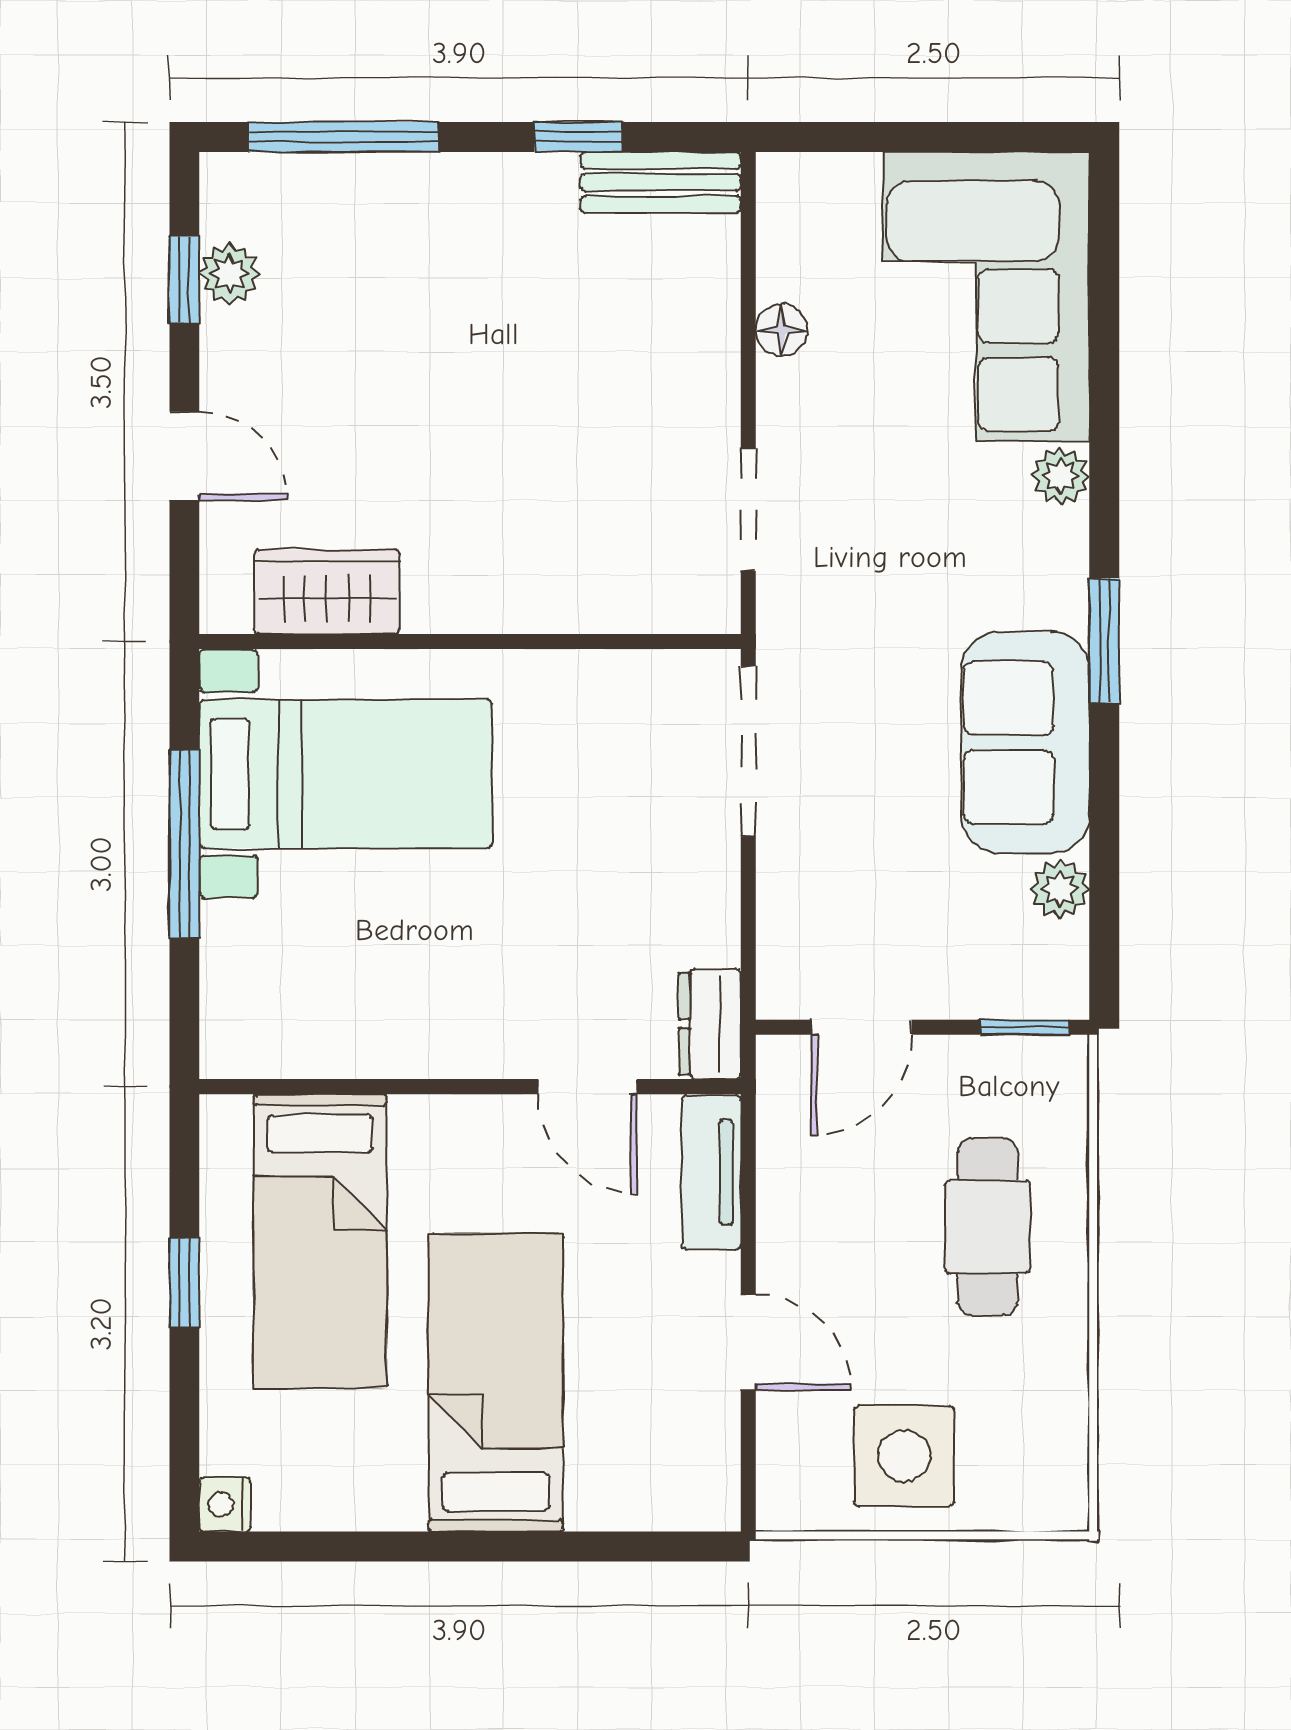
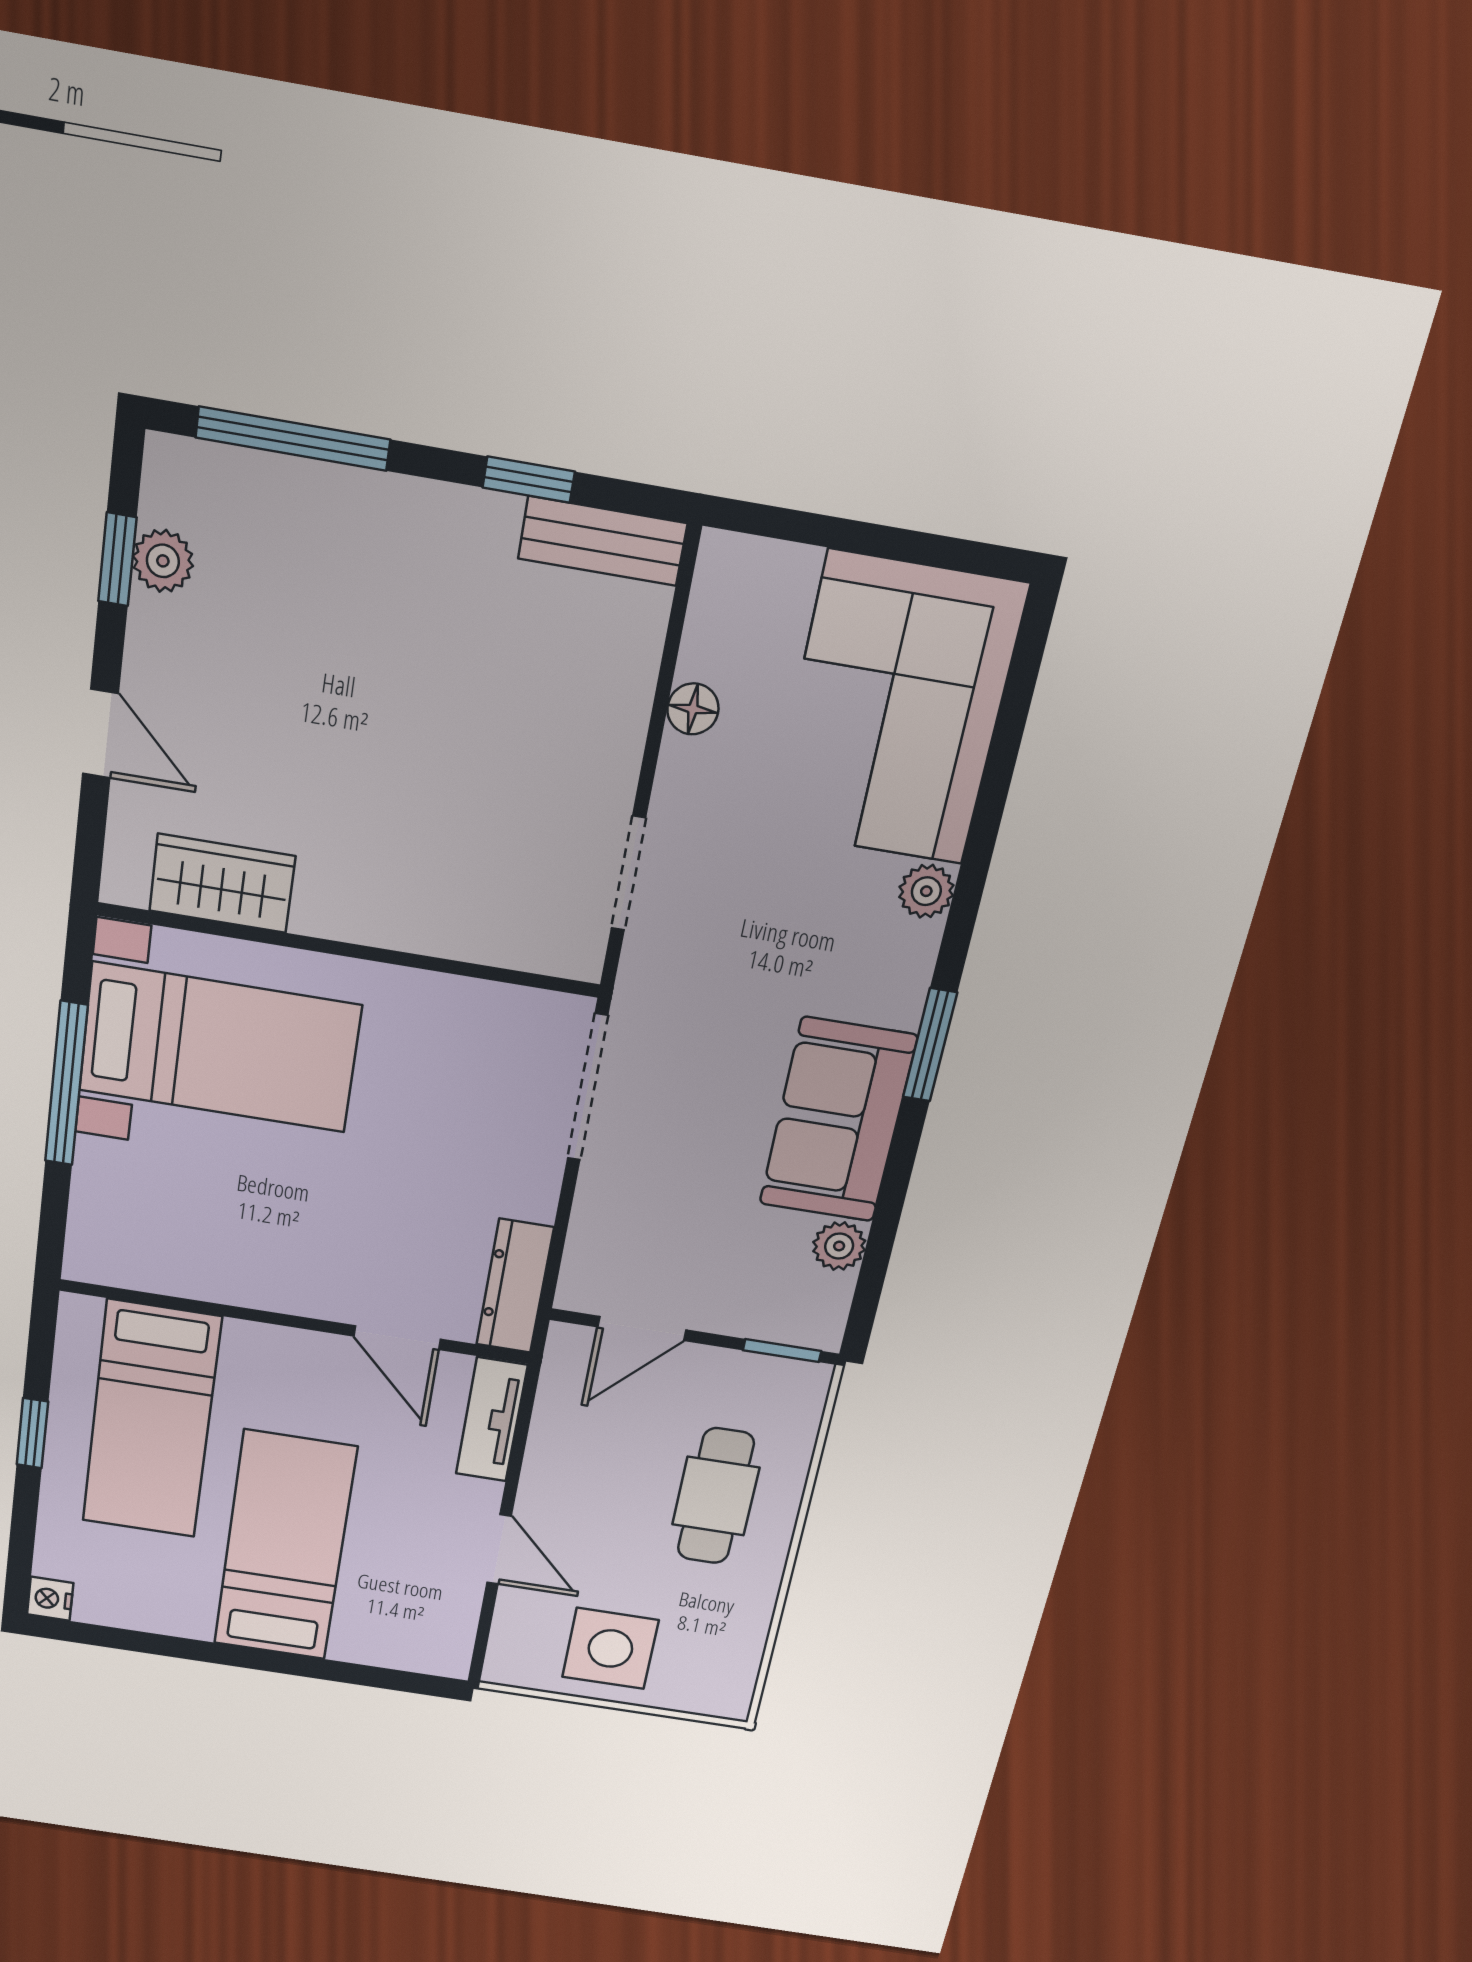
dresser: (710, 1024) -> (515, 1286), width x1.44

